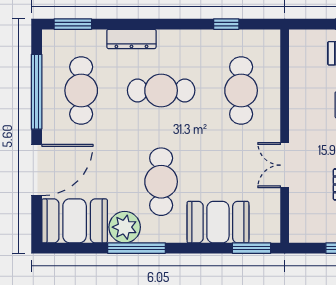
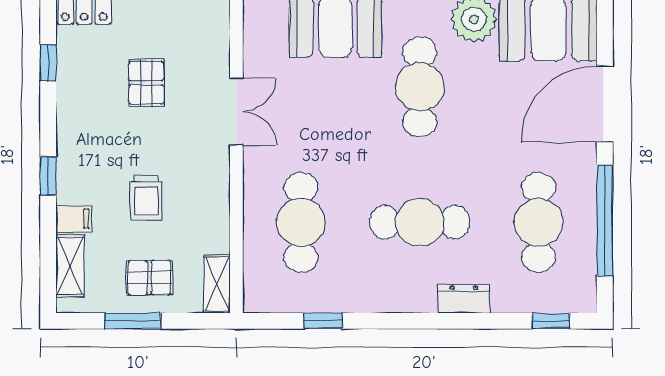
window: (73, 24) -> (551, 321), width x0.67
dresser: (131, 39) -> (464, 299), width x0.70
shelving: (298, 49) -> (217, 284), added

